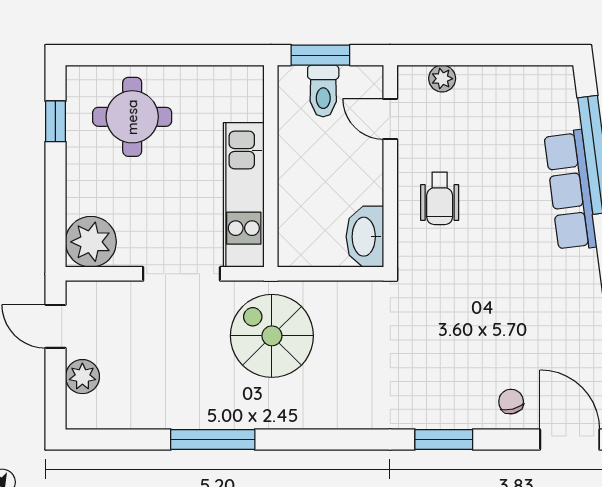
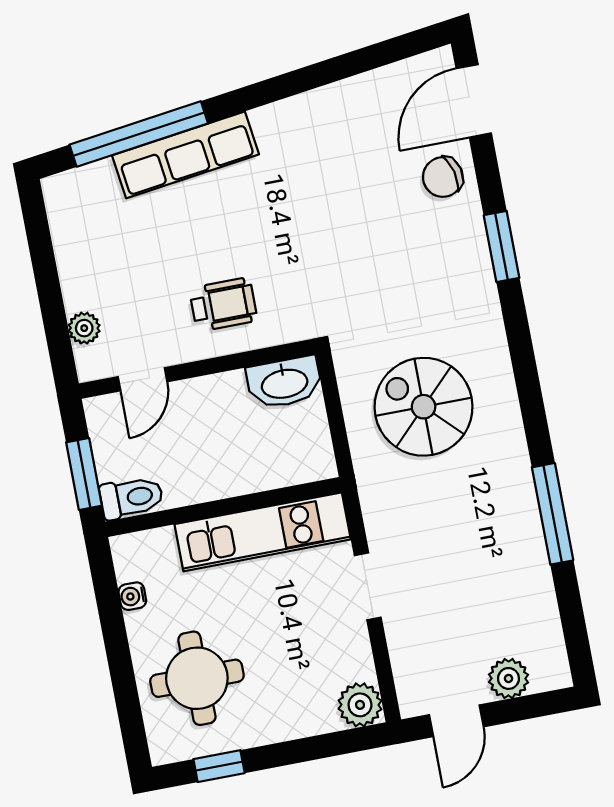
water cooler: (211, 76) -> (132, 596), added
toilet: (323, 91) -> (131, 498), moved
plant: (91, 242) -> (360, 705), width x0.73, depth x0.73
doorway: (182, 274) -> (368, 586), width x0.73
spiral stairs: (272, 336) -> (424, 407), moved, turned 90
chair: (511, 402) -> (443, 177), width x1.37, depth x1.37

